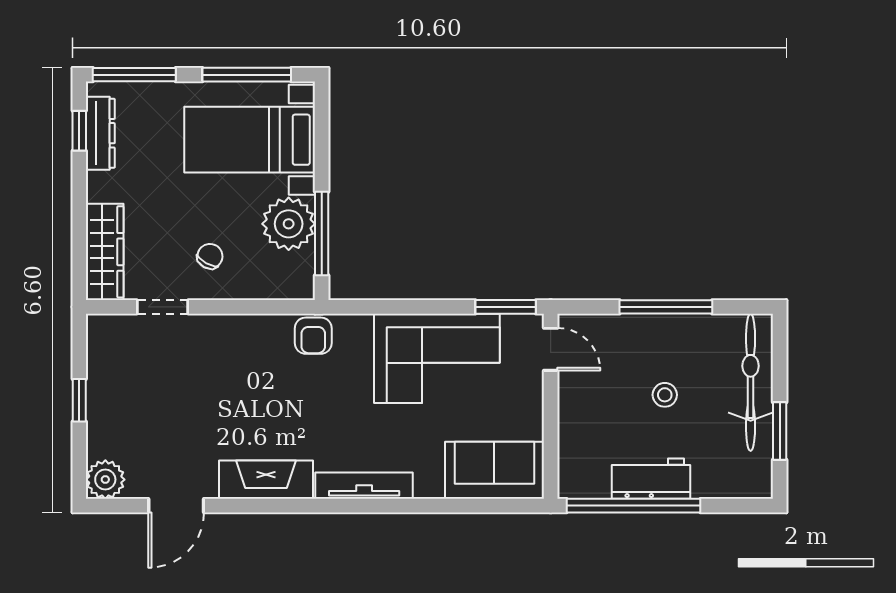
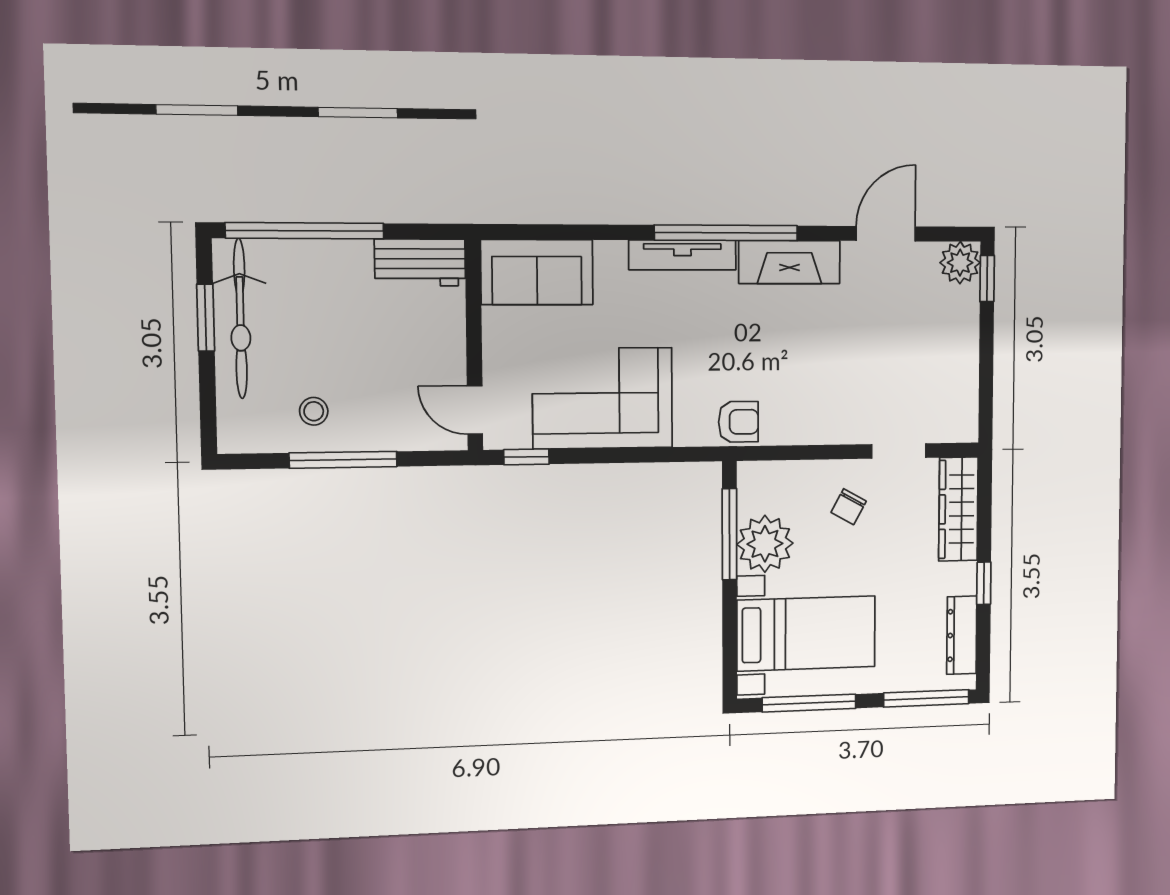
window: (79, 131) -> (984, 583), moved
window: (506, 307) -> (526, 457), width x0.67
armchair: (313, 336) -> (738, 422), turned 90
bicycle: (751, 382) -> (240, 319), moved
stool: (665, 395) -> (314, 411), moved
window: (79, 400) -> (987, 279), moved
workbench: (651, 479) -> (420, 262), moved
window: (324, 506) -> (726, 233), added
window: (633, 506) -> (305, 231), moved

